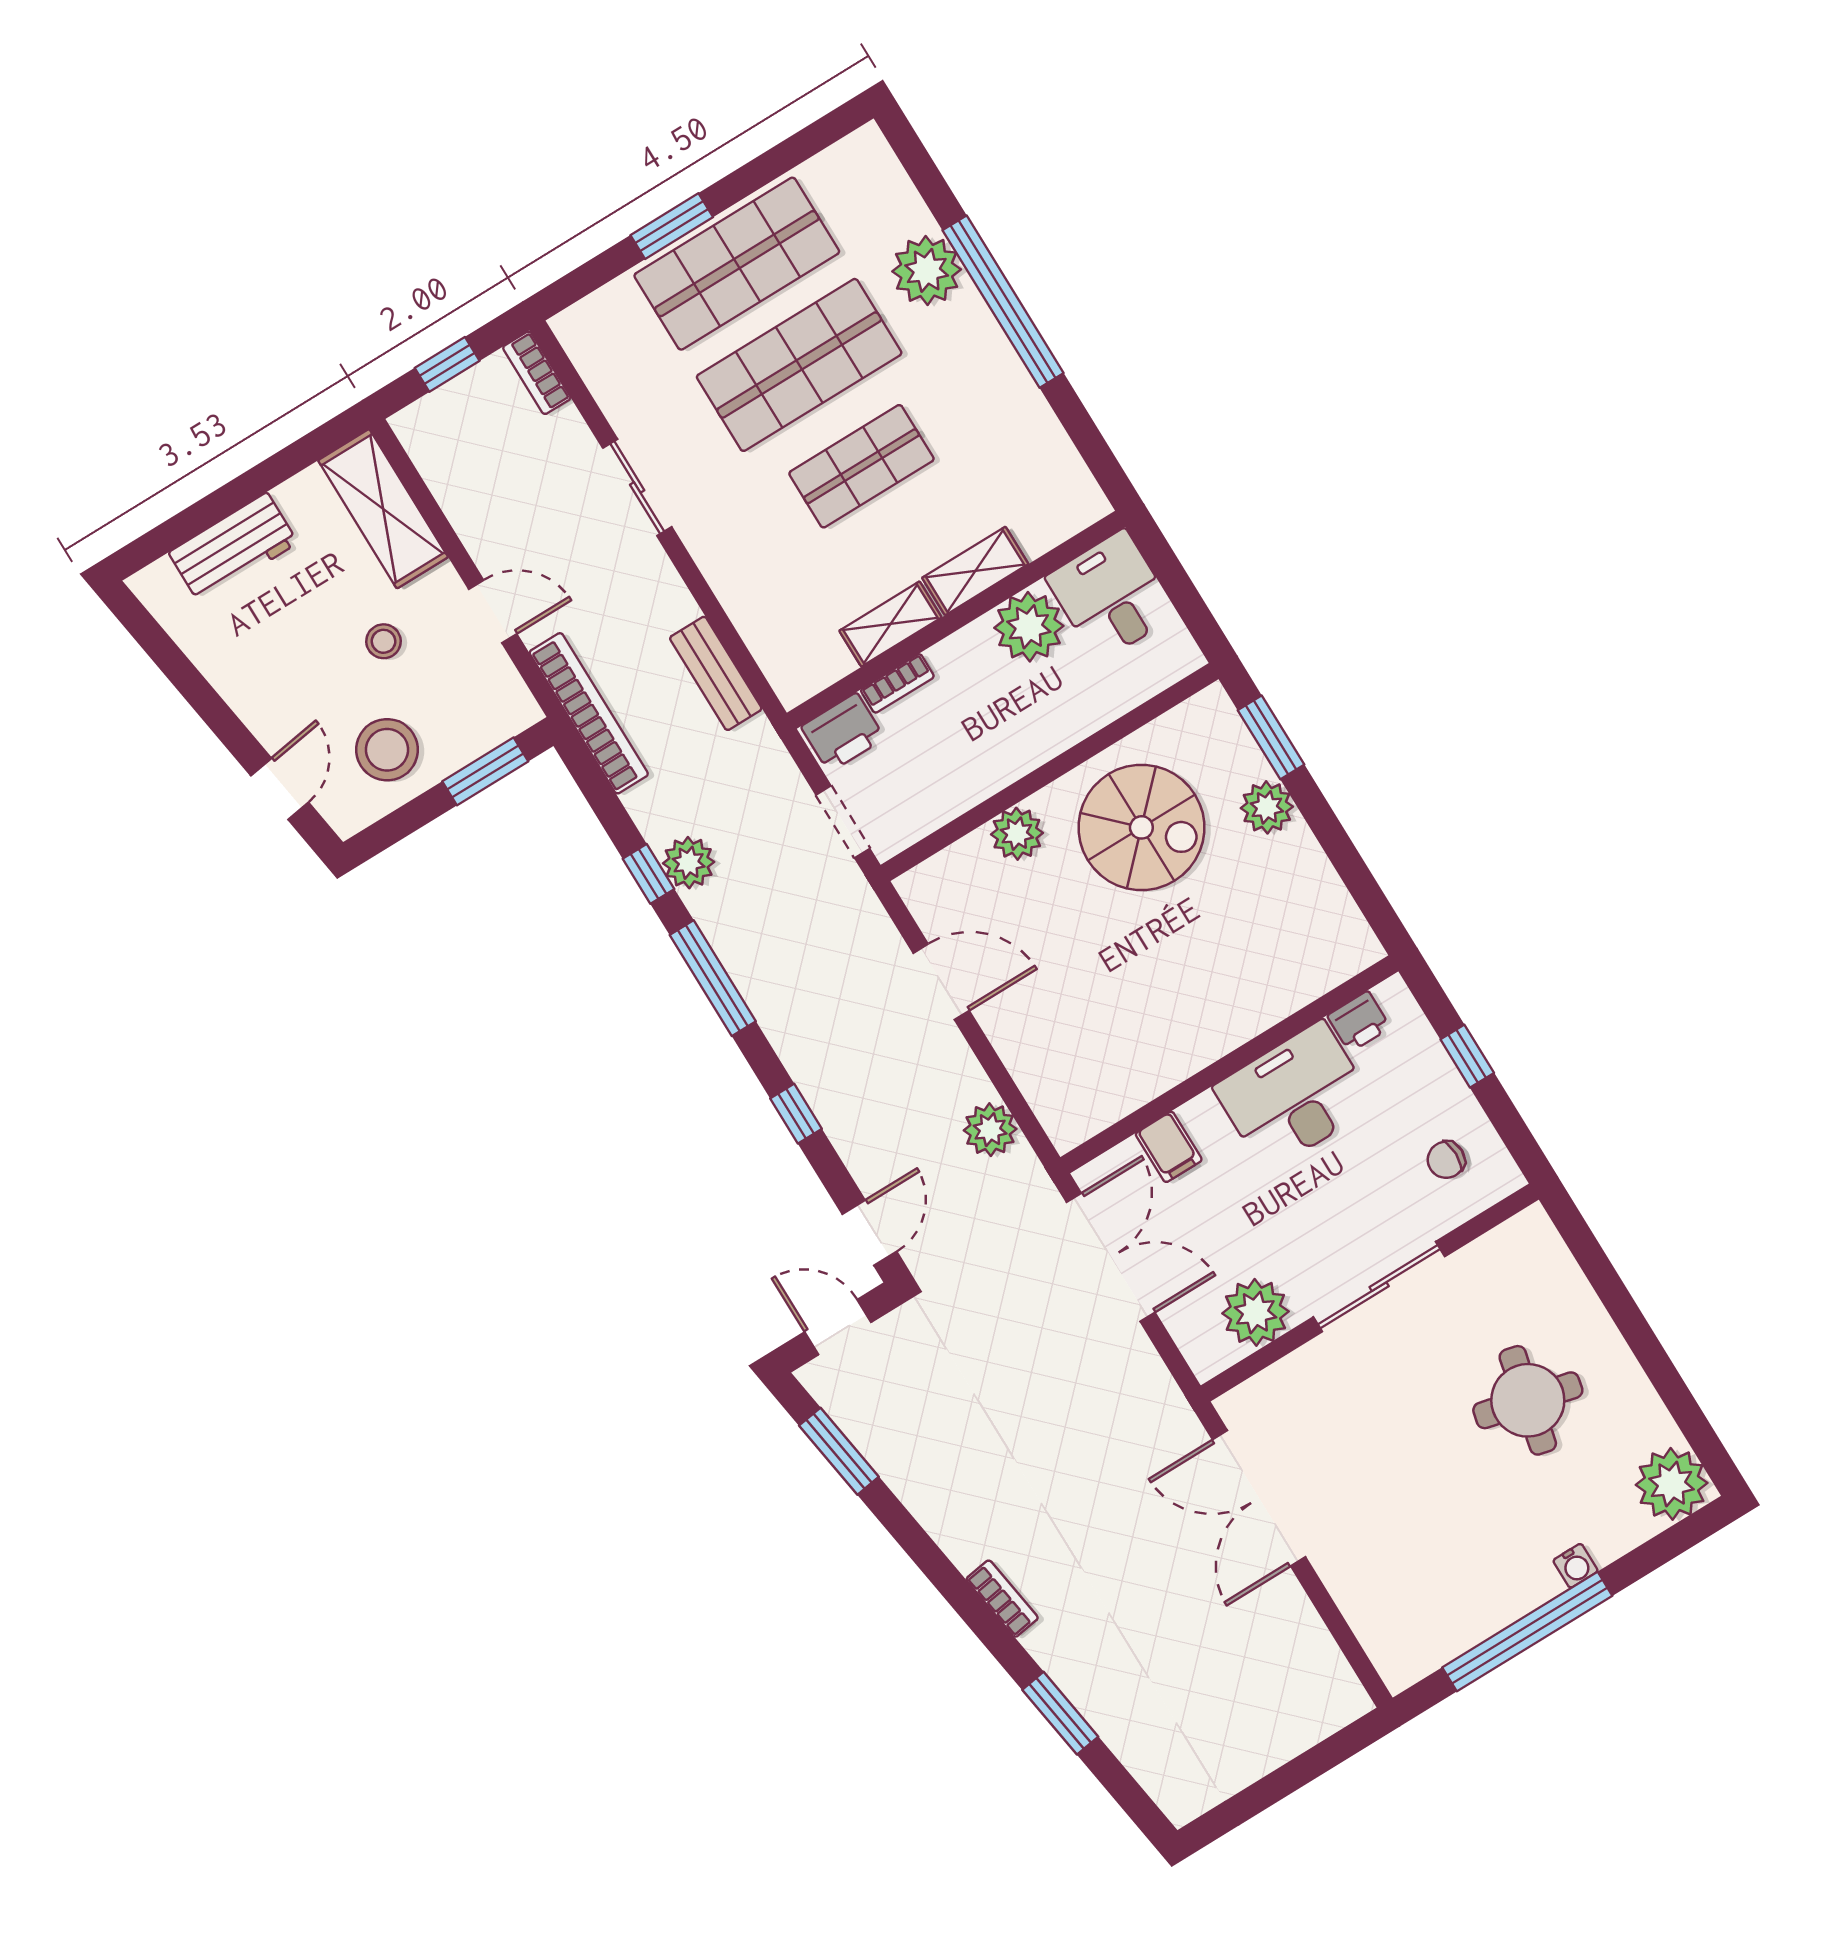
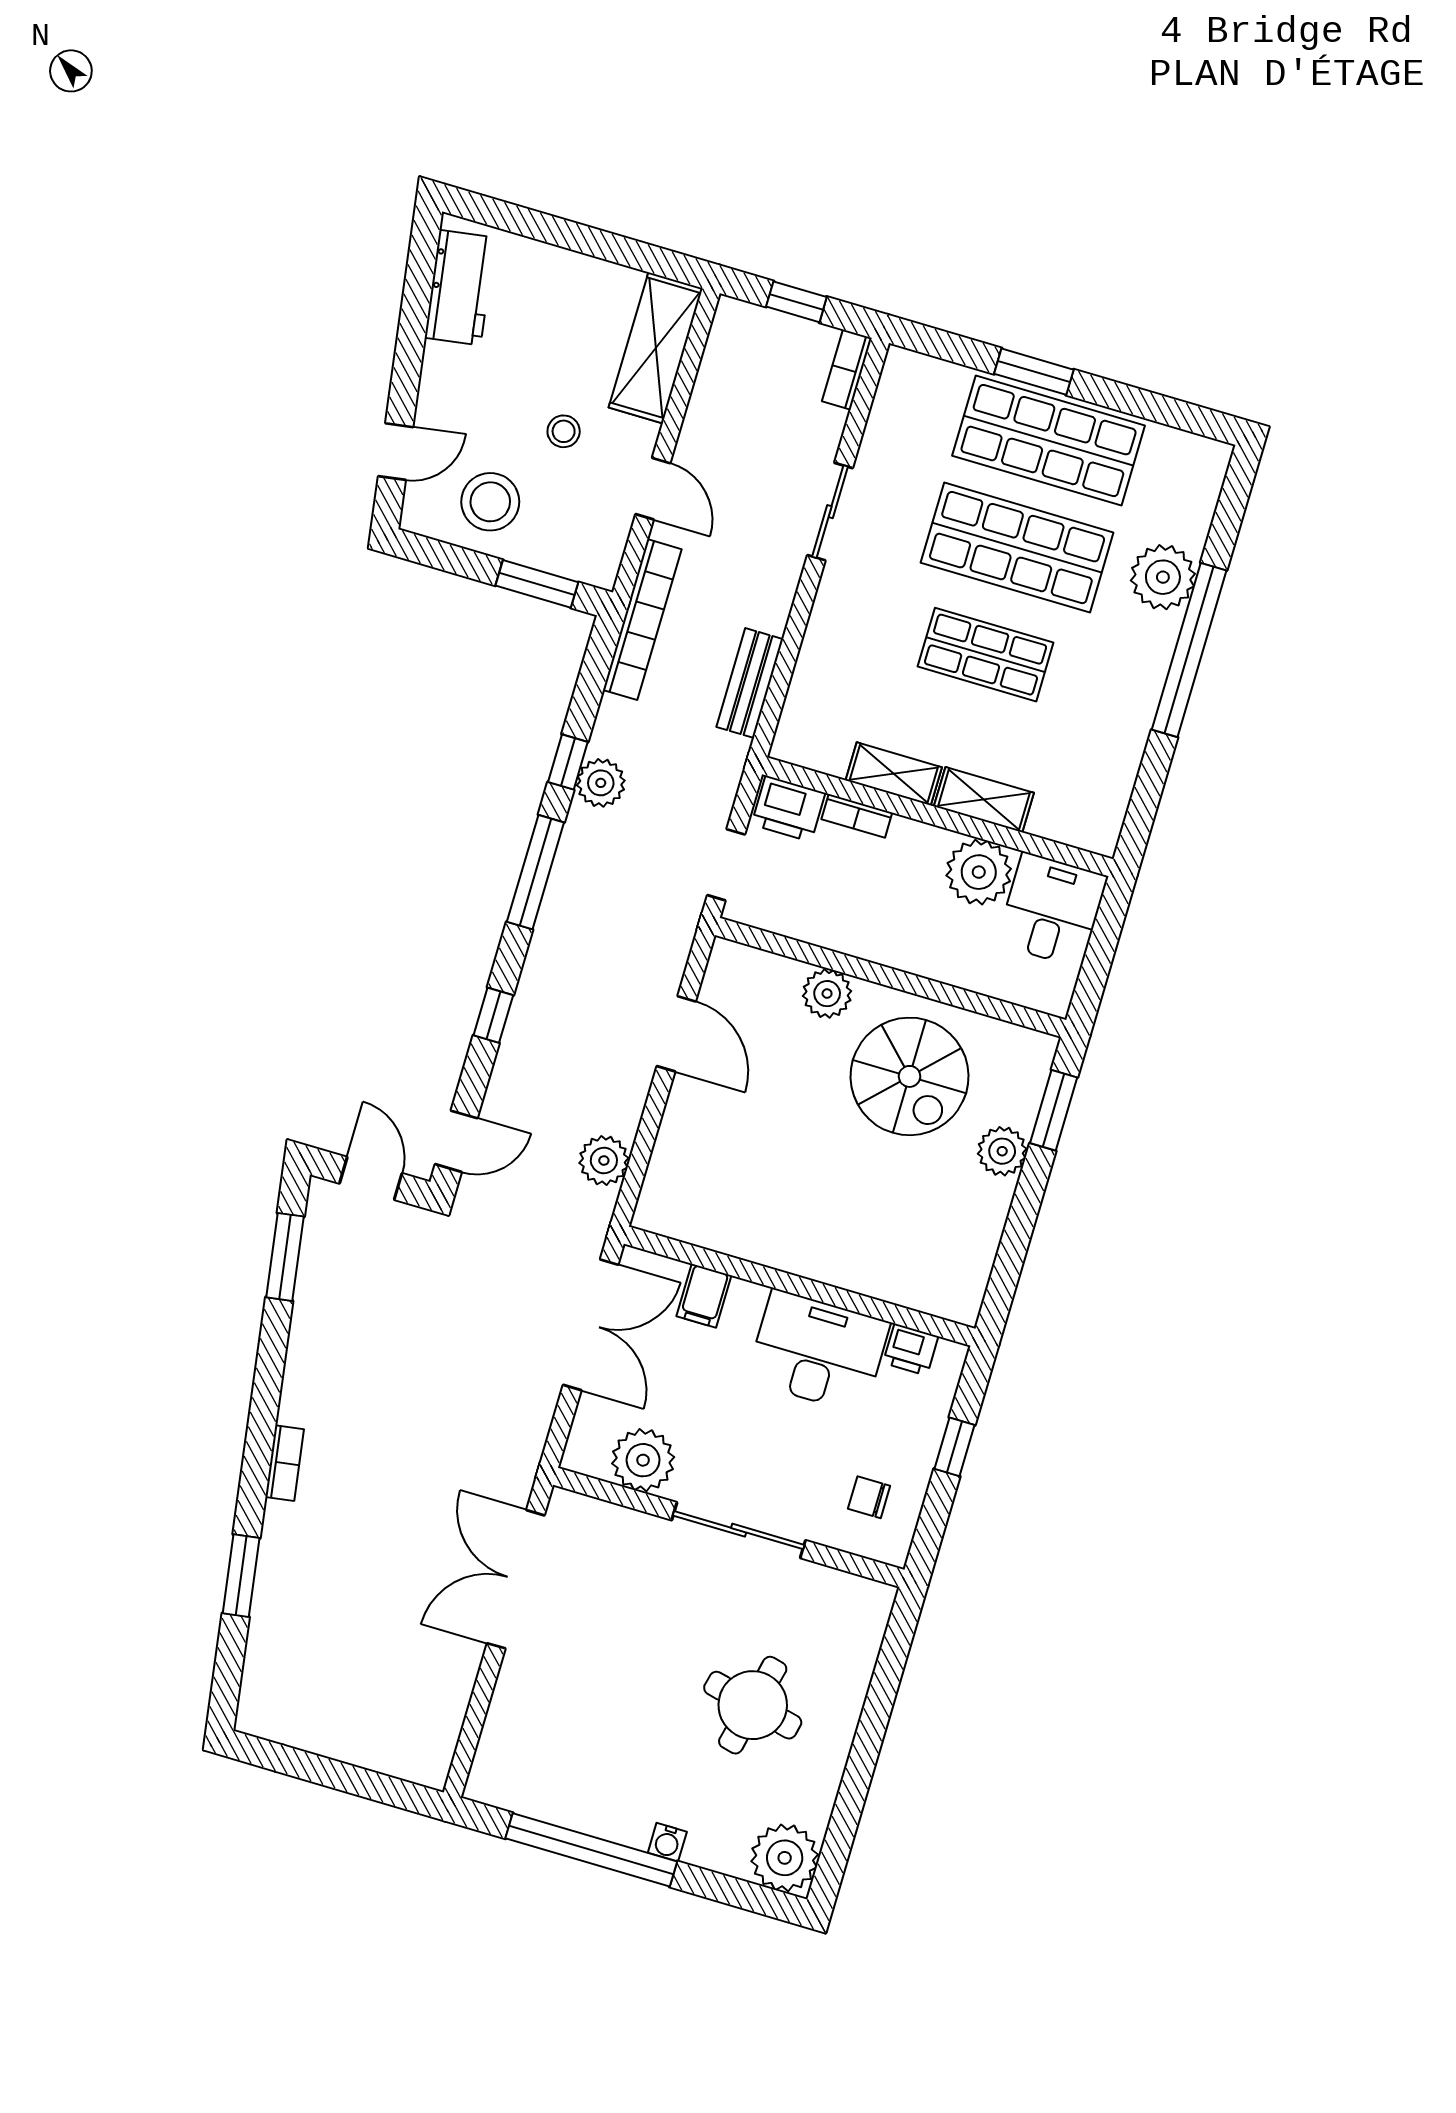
workbench: (233, 548) -> (460, 288), moved, turned -99

